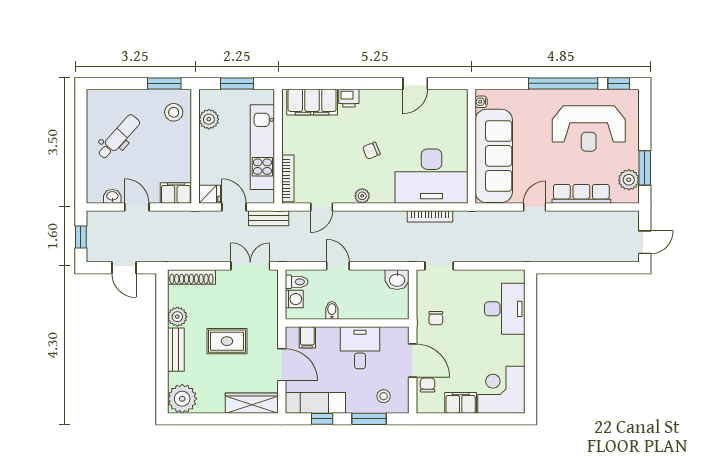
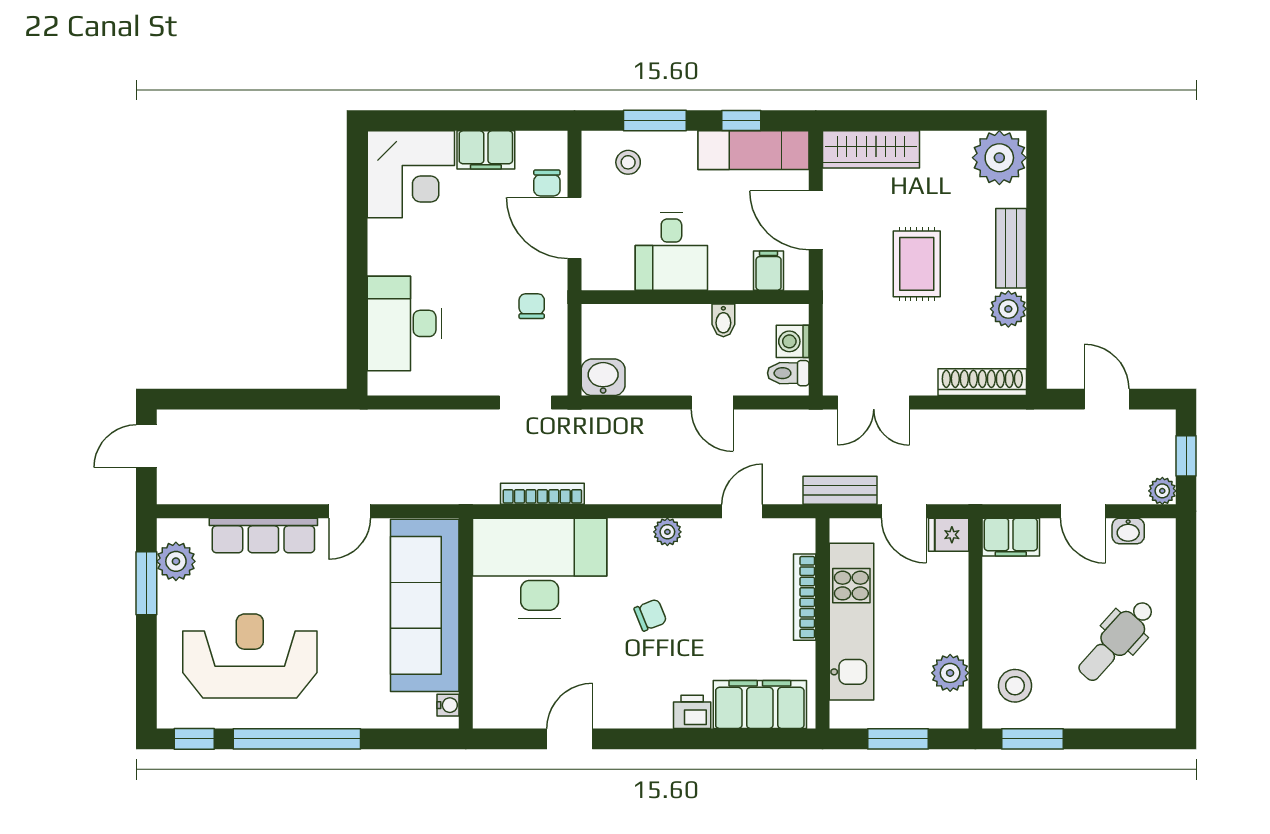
bookcase: (288, 178) -> (805, 597), moved
plant: (94, 218) -> (1162, 491), added
rug: (227, 341) -> (917, 264), turned 90

